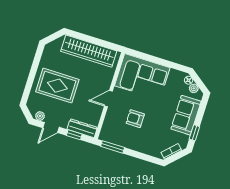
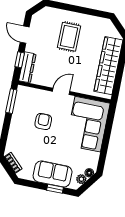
rug: (57, 86) -> (69, 37), width x0.73, depth x0.70
door: (108, 99) -> (61, 91), hinge flipped
plant: (40, 116) -> (35, 22), removed
window: (194, 133) -> (55, 189), moved

